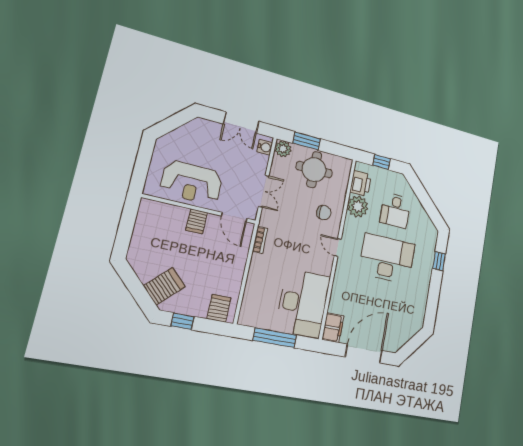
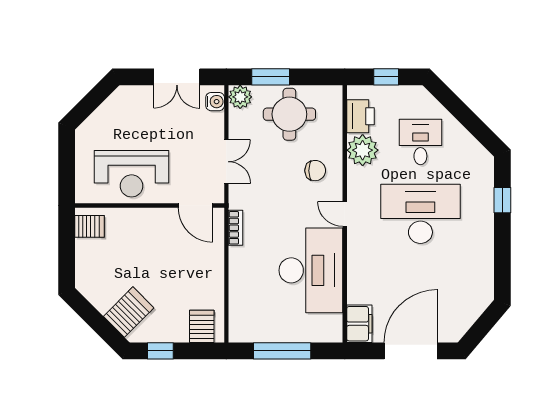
desk: (395, 210) -> (420, 142), turned 180
server rack: (197, 221) -> (89, 226), moved, turned -90
desk: (303, 303) -> (311, 270), moved

